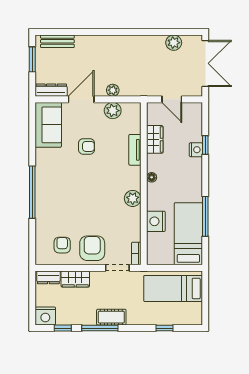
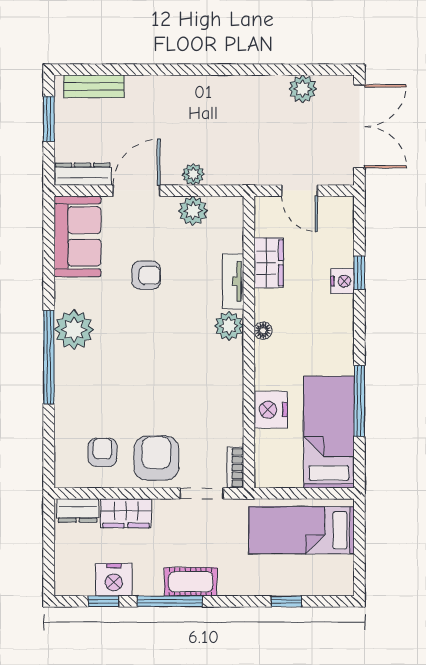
plant: (46, 177) -> (74, 330), added
plant: (133, 198) -> (229, 326), moved
nightstand: (45, 316) -> (114, 580), moved

